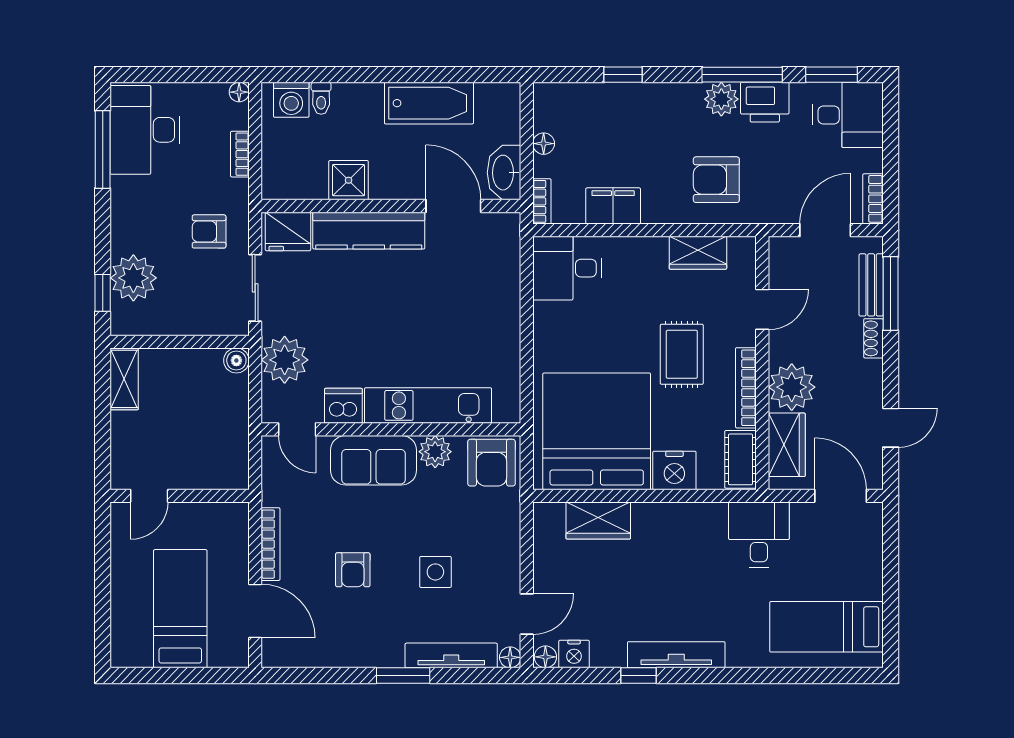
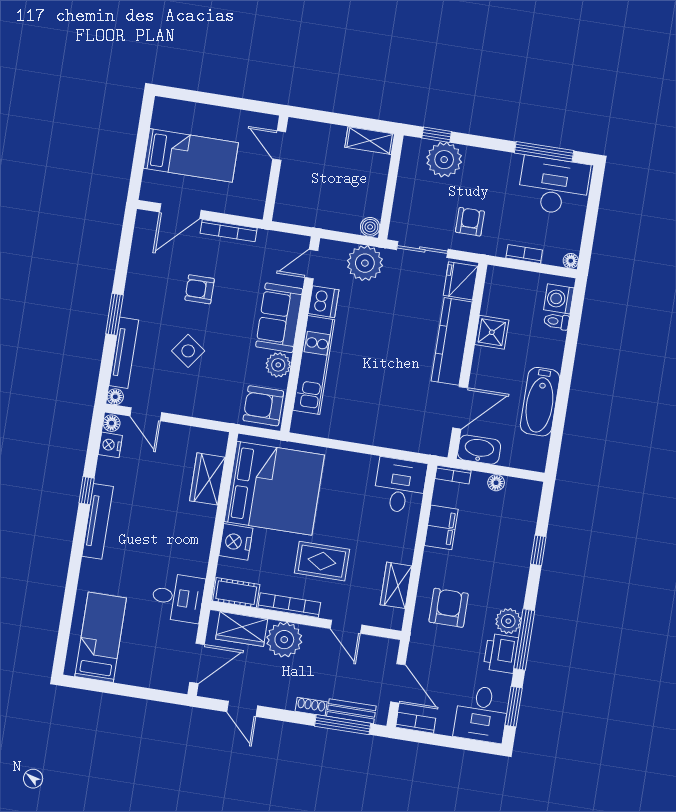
side table: (435, 572) -> (188, 351), turned 36

